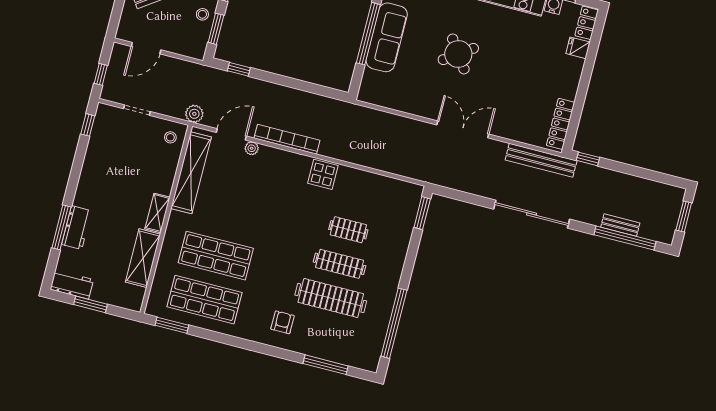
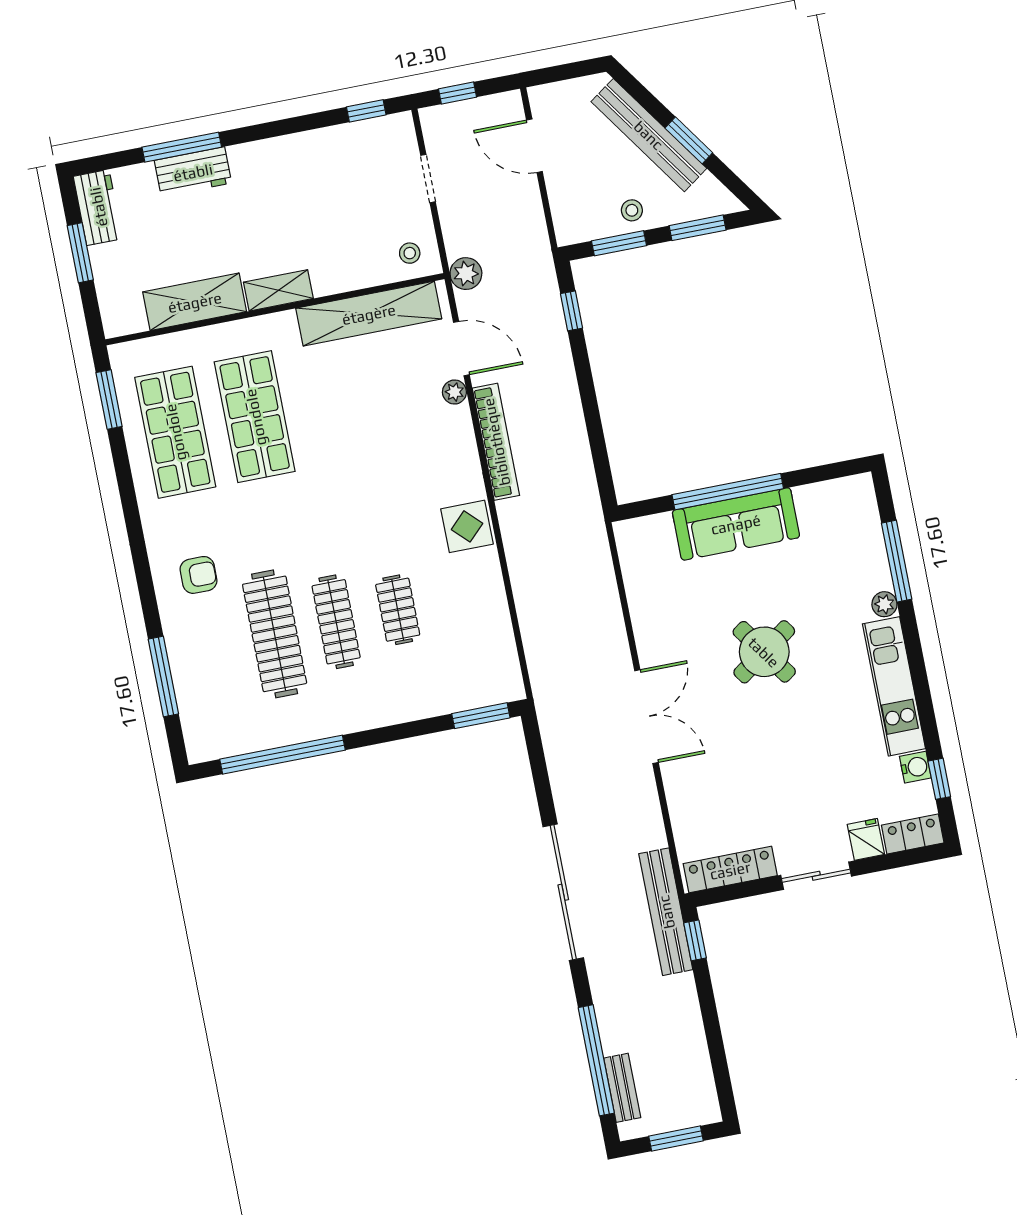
sliding door: (584, 82) -> (816, 876), added
bench: (541, 160) -> (666, 912), moved
bench: (620, 225) -> (622, 1088), moved

